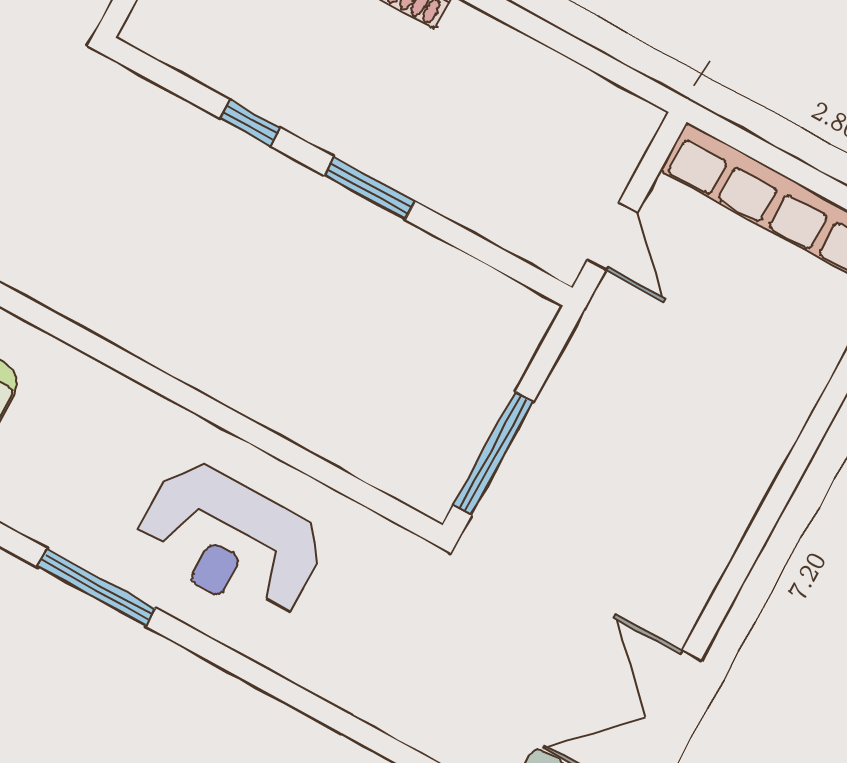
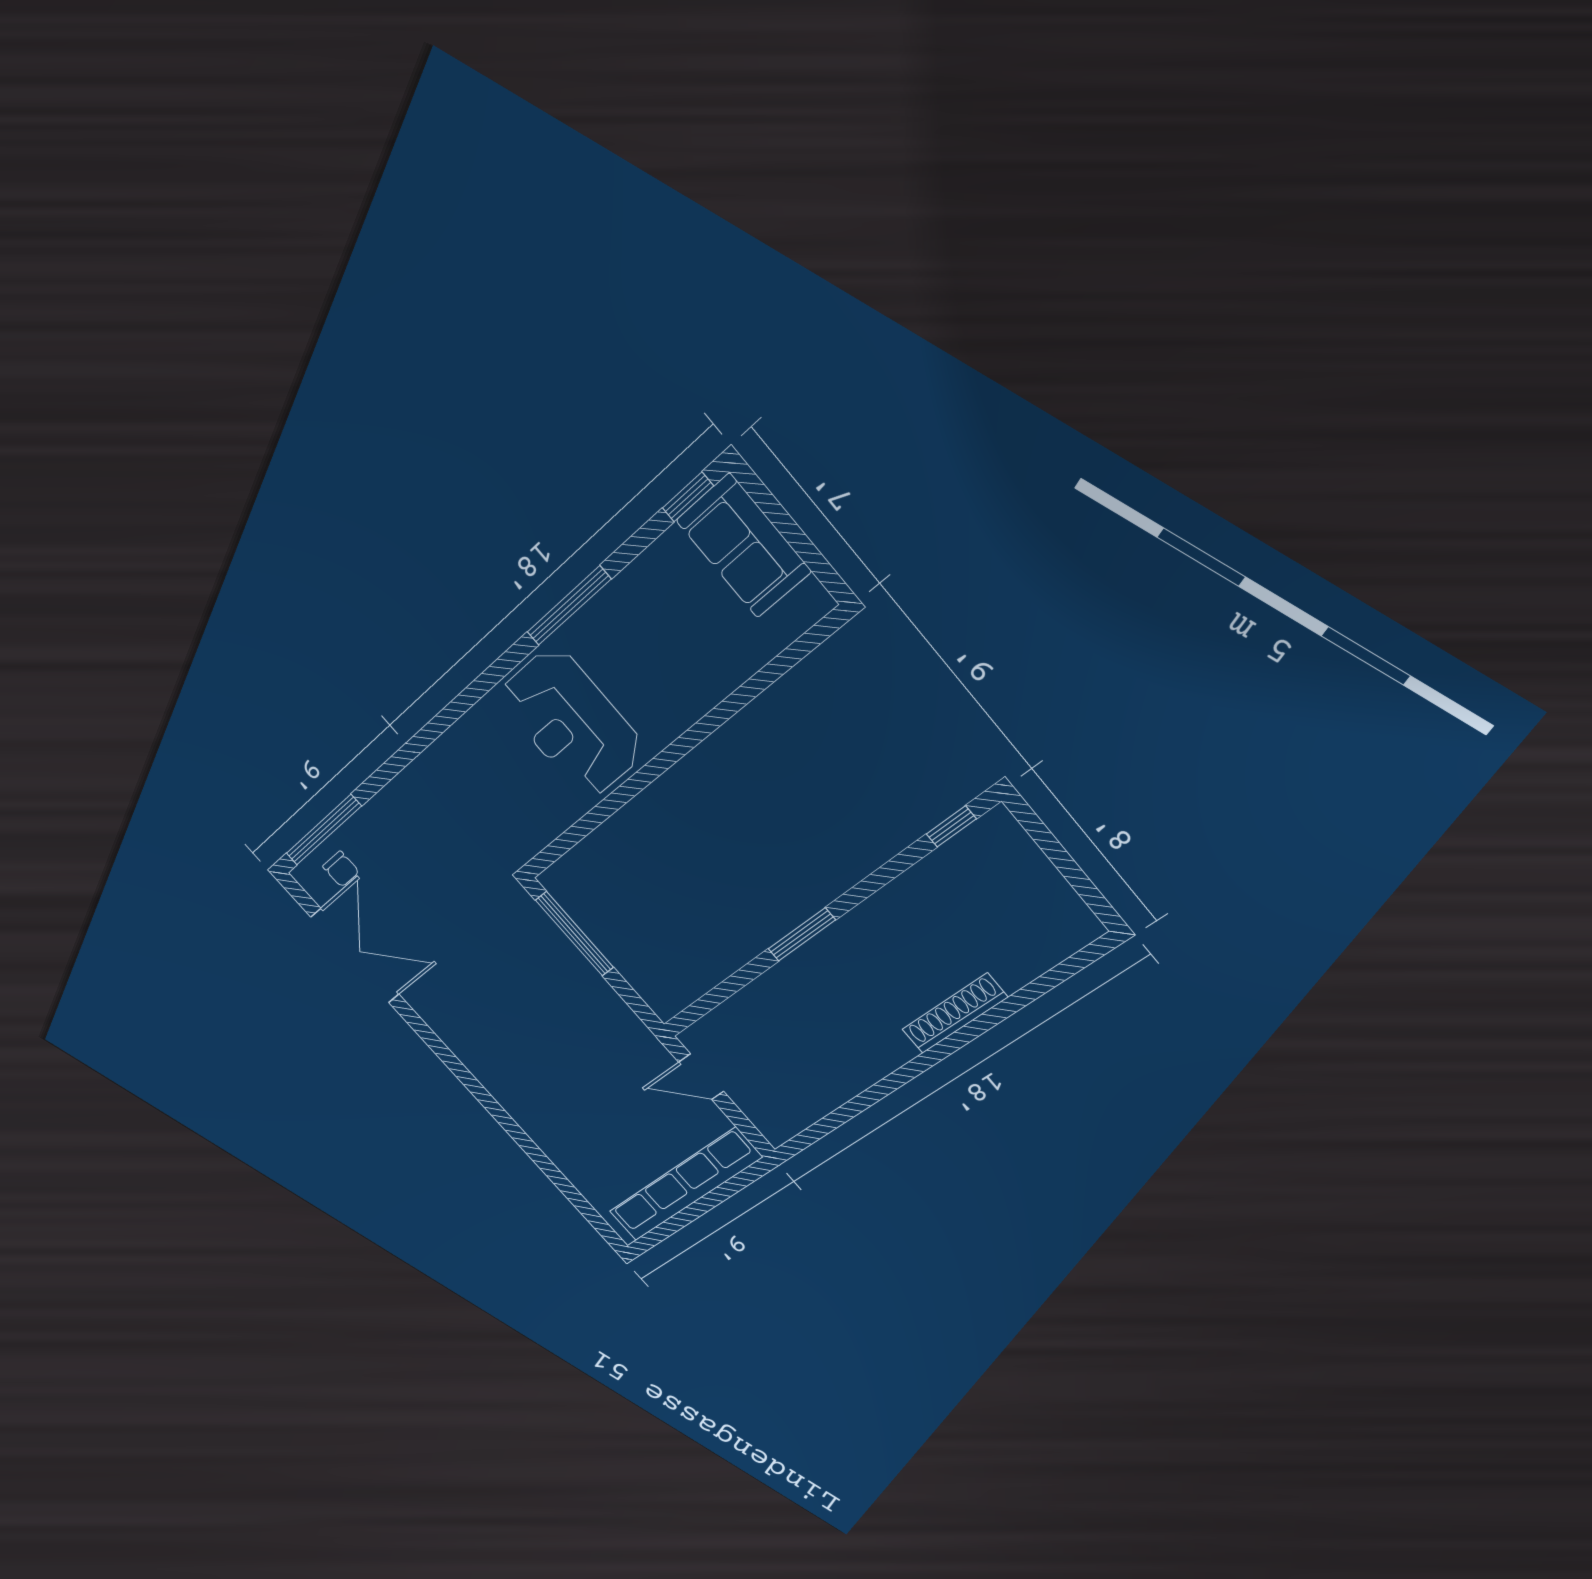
window: (250, 123) -> (951, 826), moved
reception desk: (230, 541) -> (572, 723), turned -90

